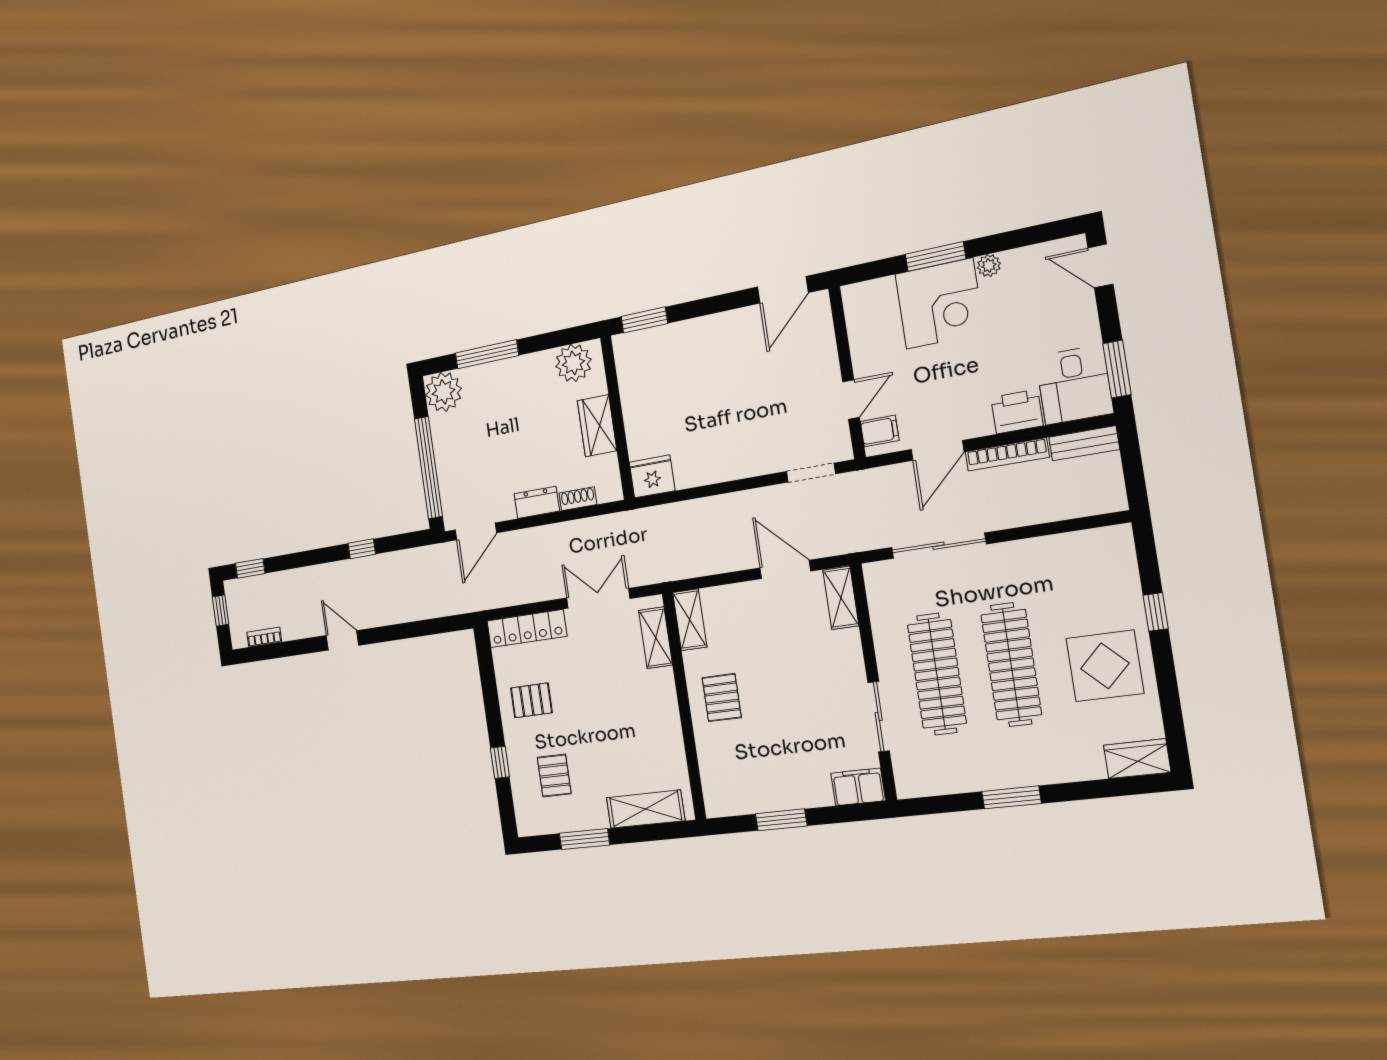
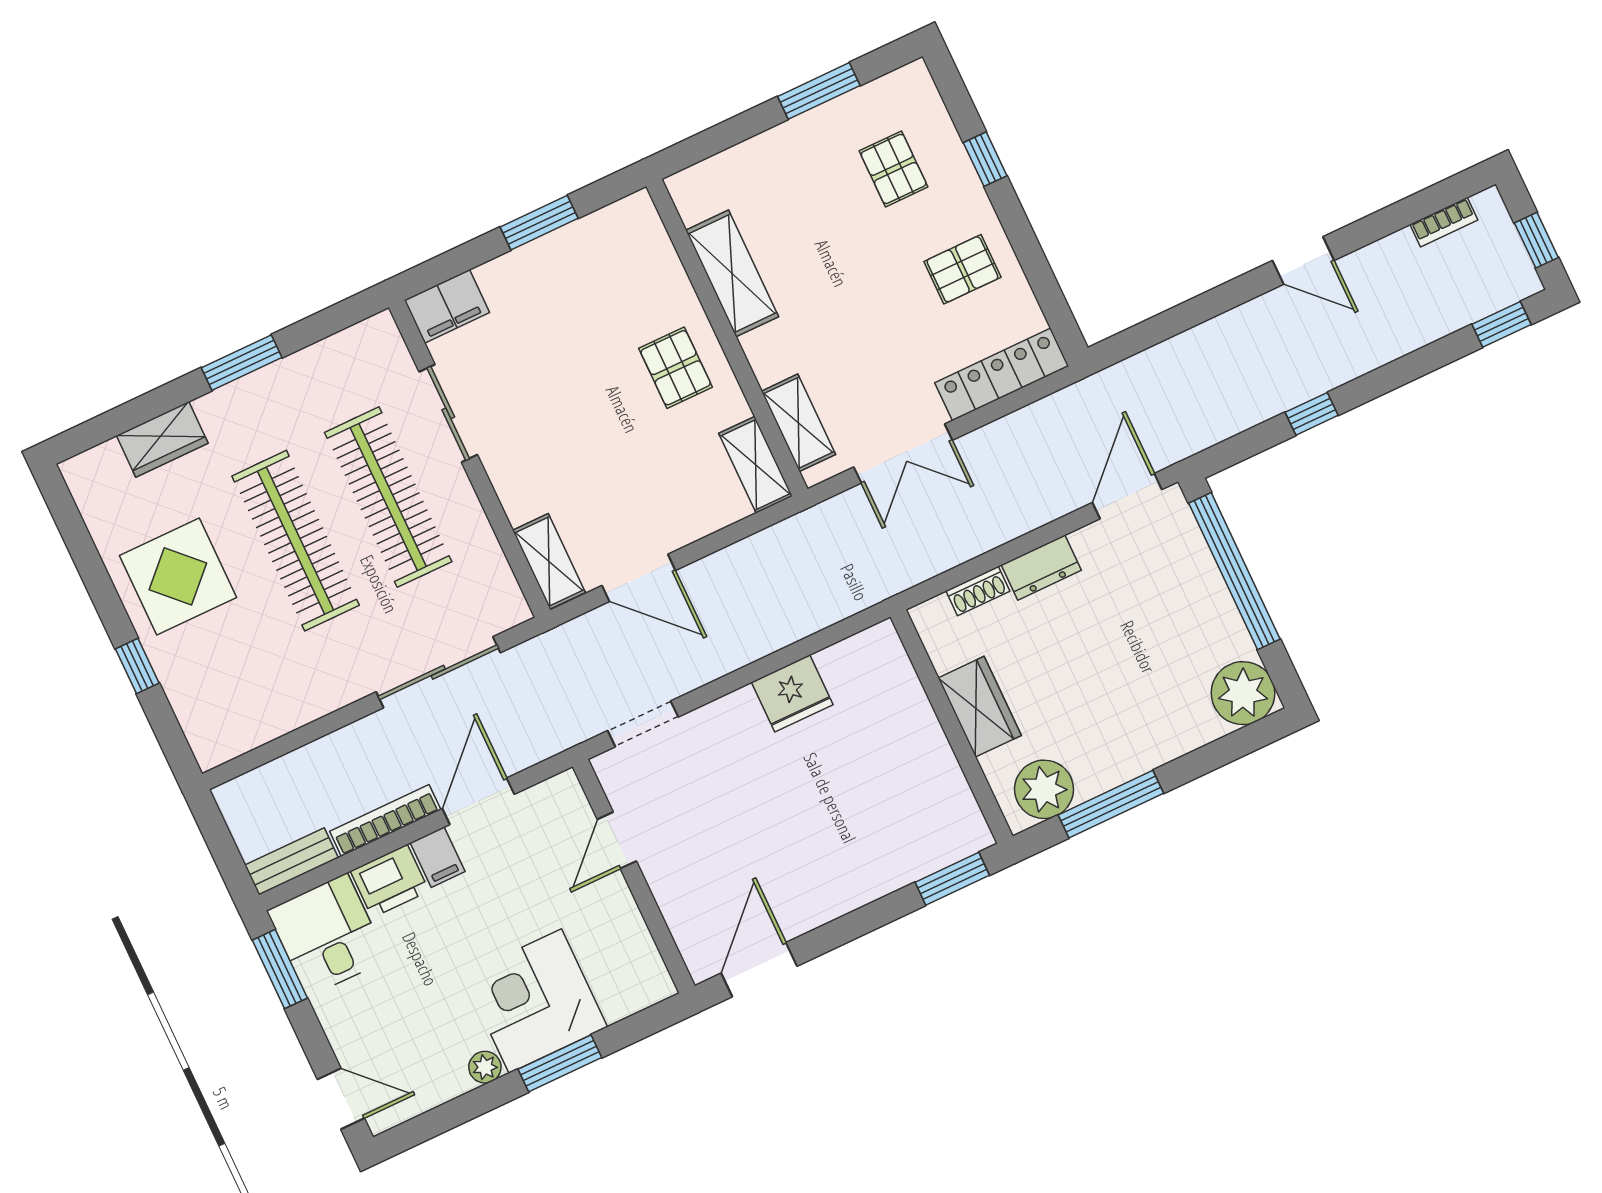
window: (487, 354) -> (1111, 804), moved
filing cabinet: (880, 431) -> (438, 857), moved, turned -90
fridge: (652, 476) -> (792, 693), moved
wardrobe: (1137, 759) -> (162, 439), moved
shelving: (646, 809) -> (732, 273), moved, turned 90

